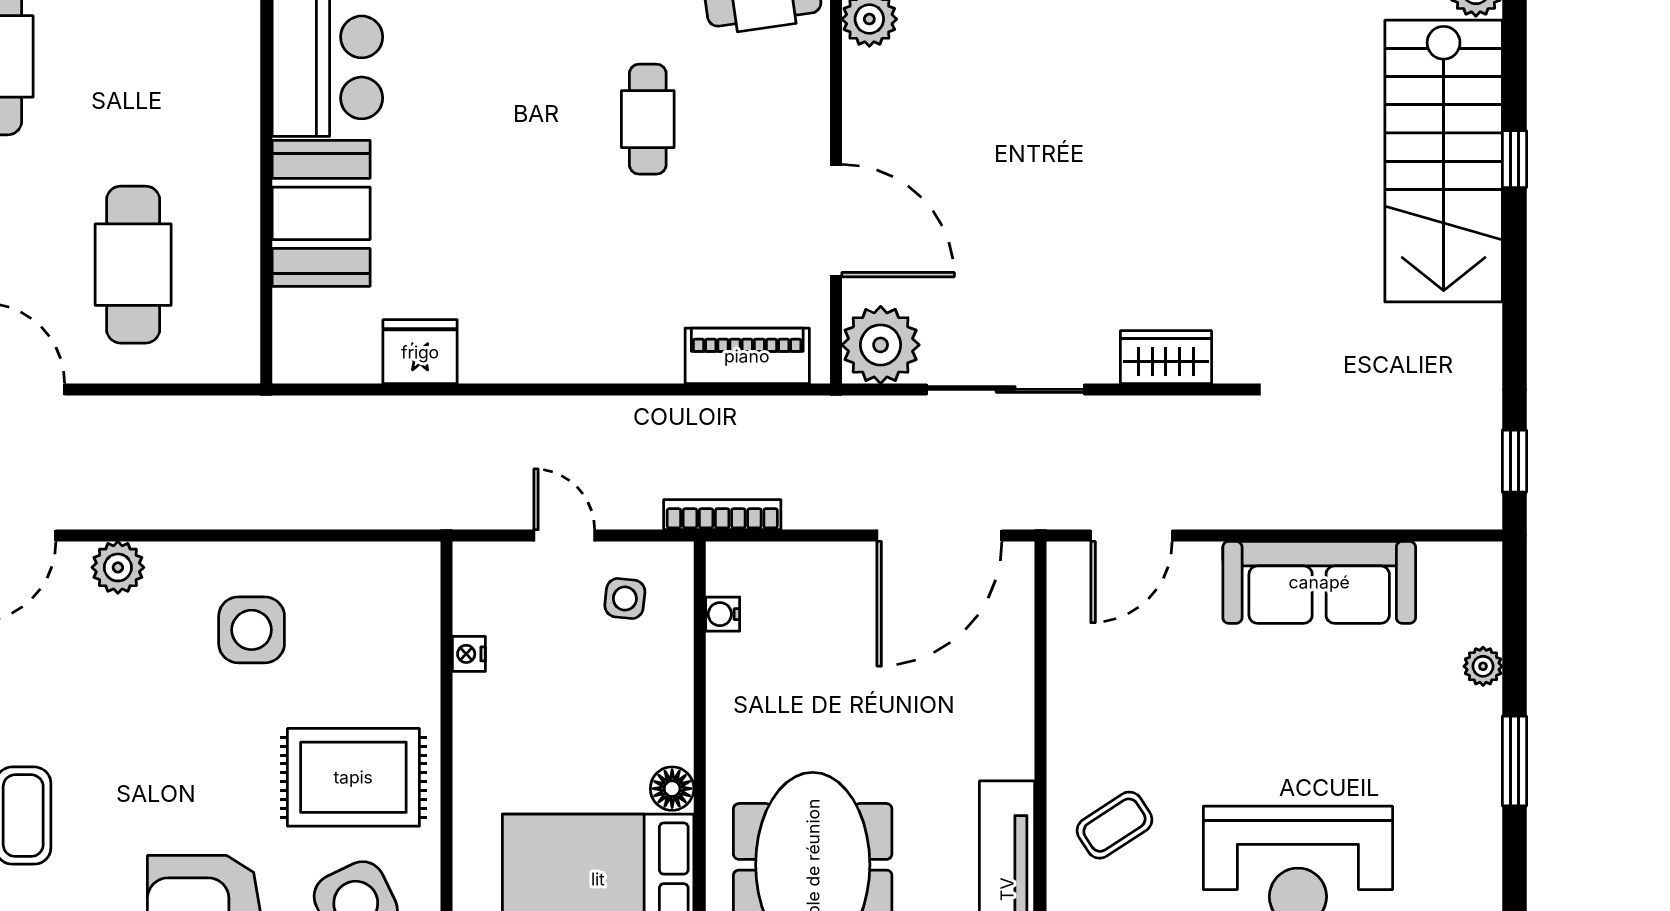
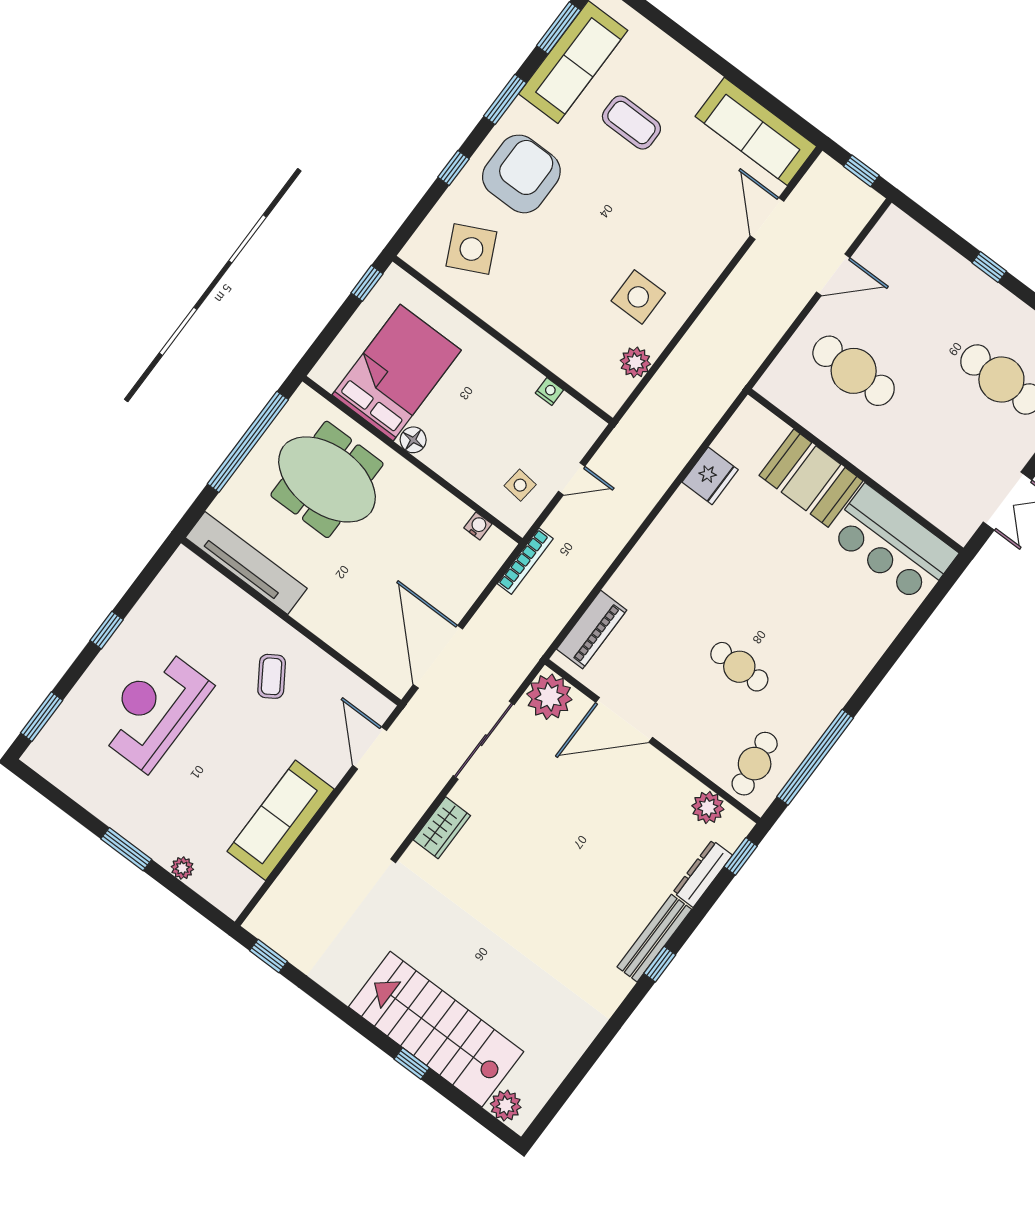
plant: (118, 567) -> (635, 362), moved
rug: (353, 777) -> (532, 293), removed
coffee table: (1114, 825) -> (272, 676), moved

